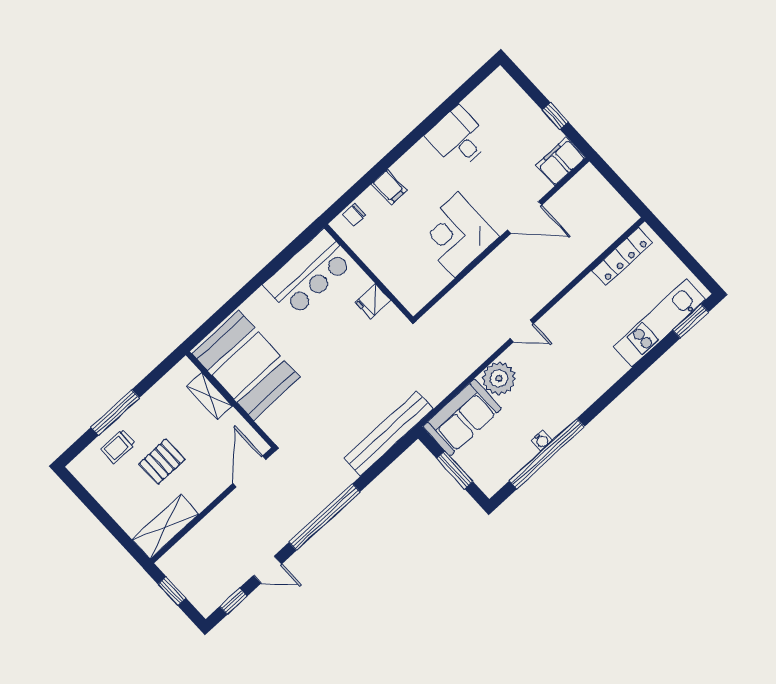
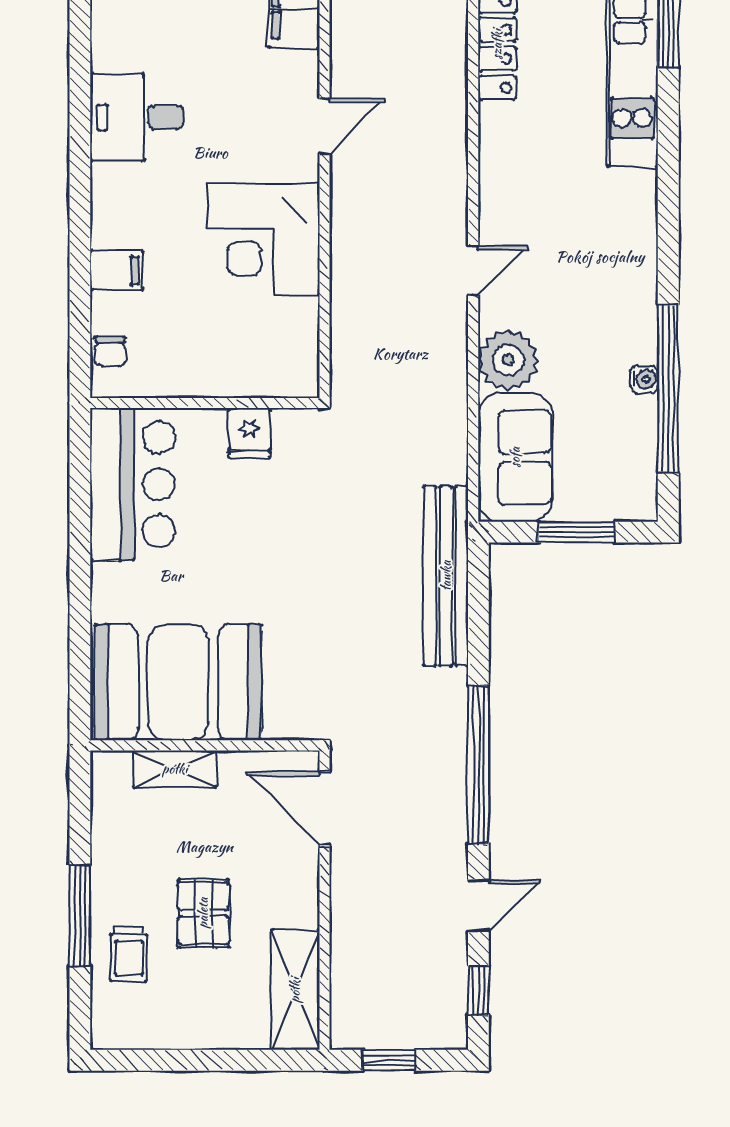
door: (525, 217) -> (325, 126), width x0.73

